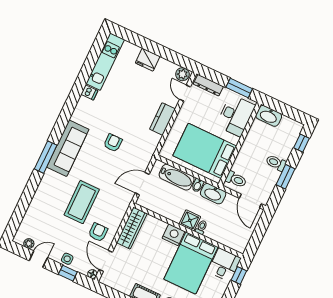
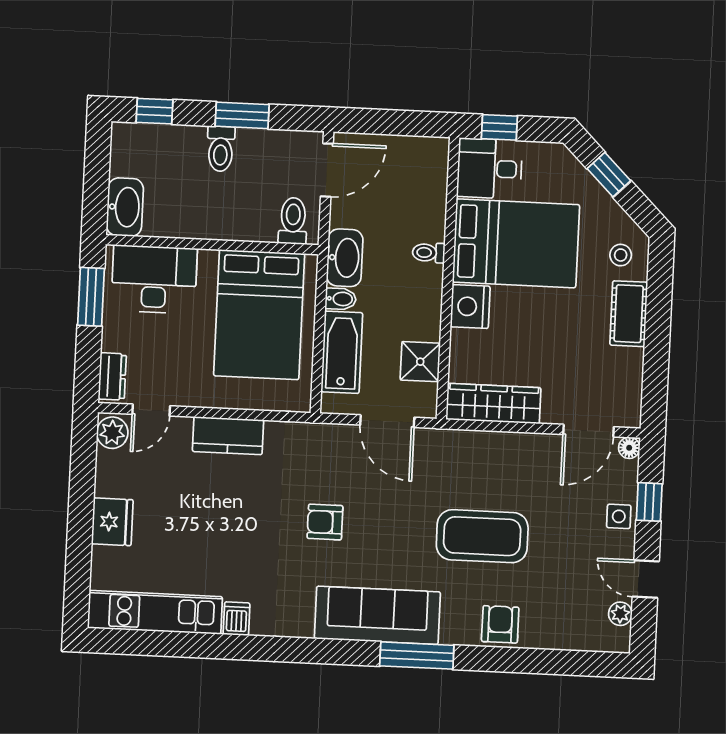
dresser: (208, 85) -> (112, 376), width x0.70
shower: (190, 220) -> (420, 362), moved
armchair: (98, 232) -> (500, 624), moved, turned 90

